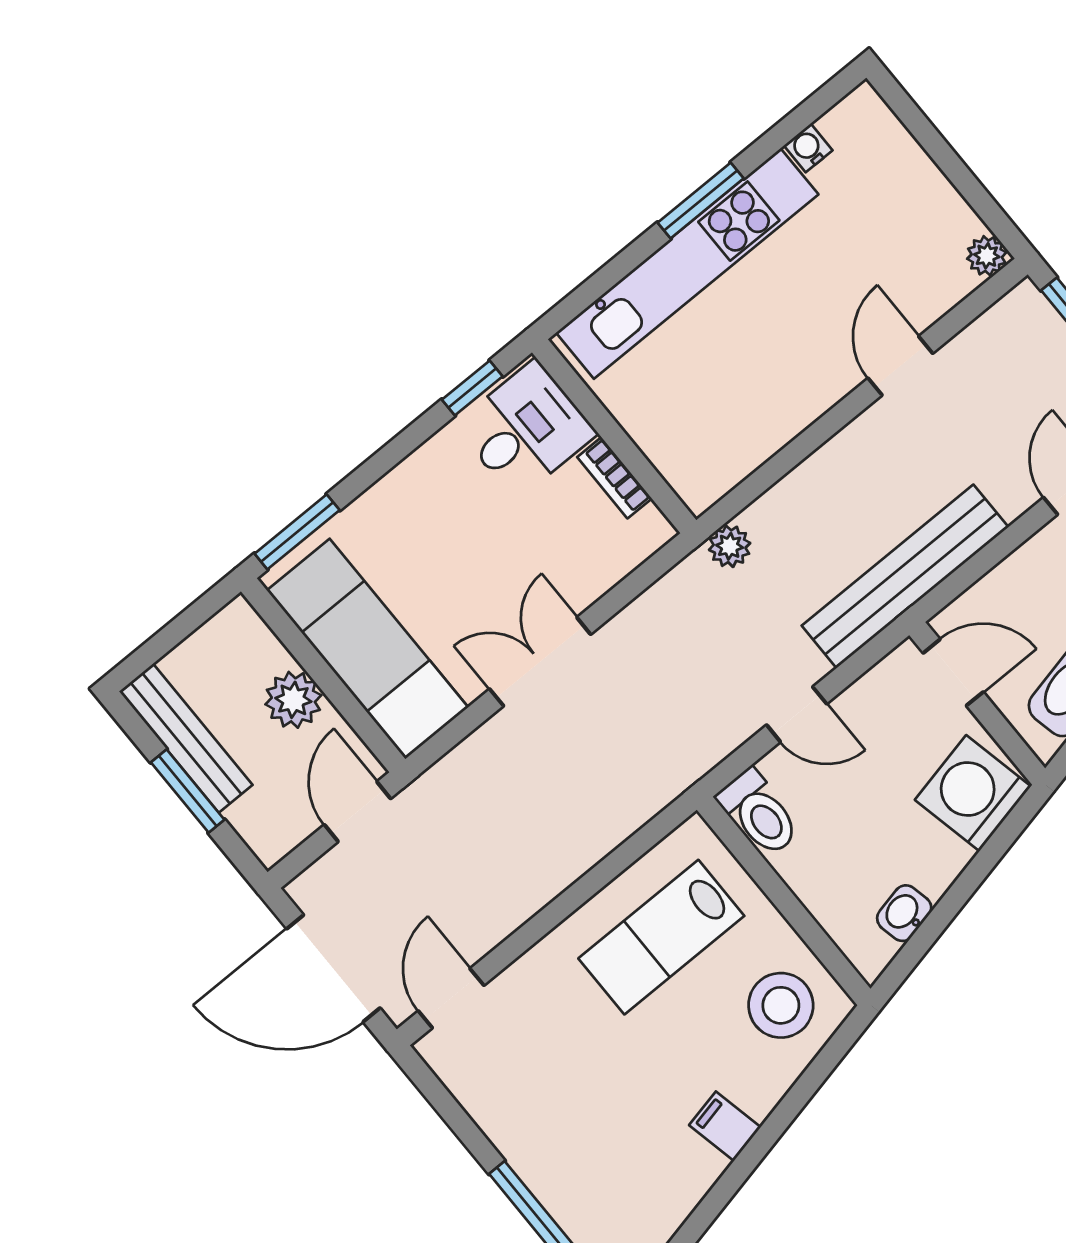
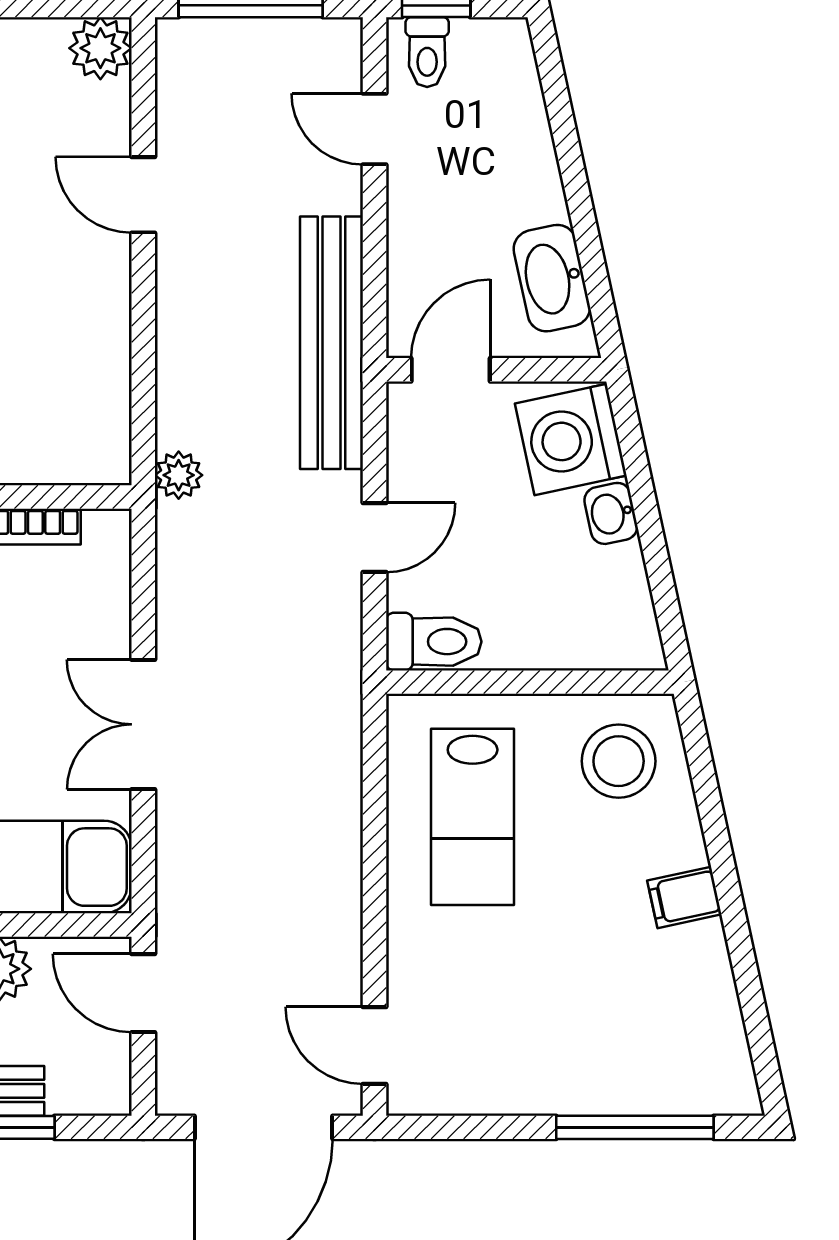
plant: (987, 256) -> (100, 48), width x1.38, depth x1.38
washbasin: (904, 913) -> (611, 513), moved

